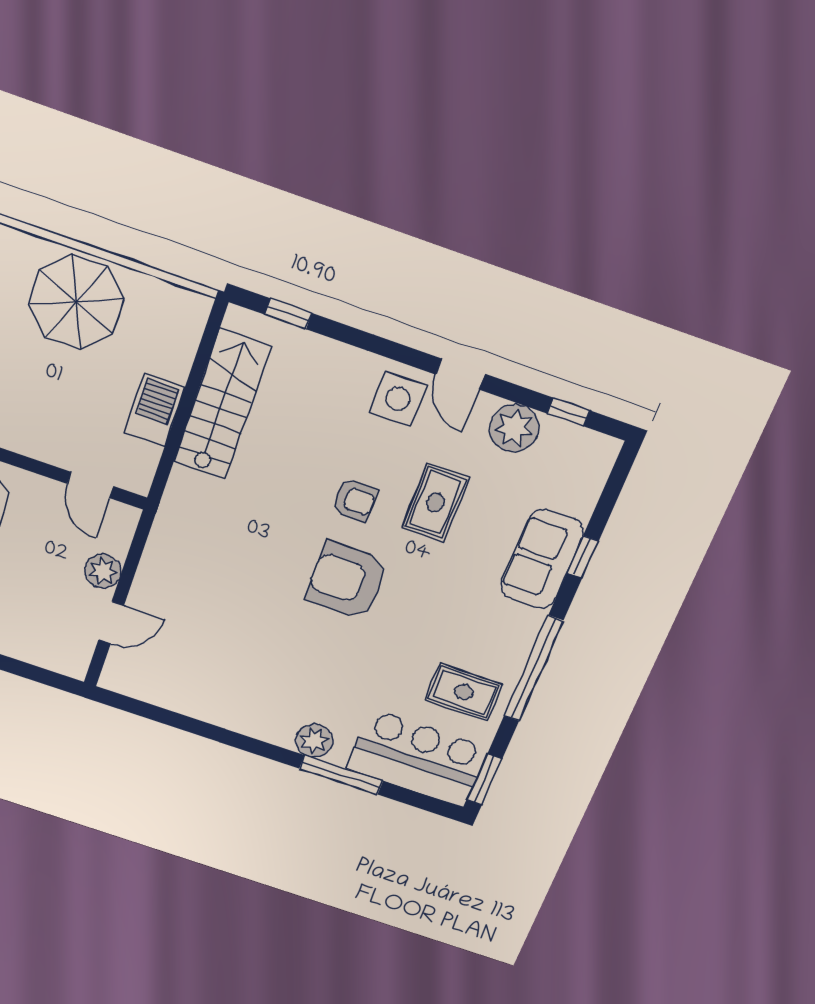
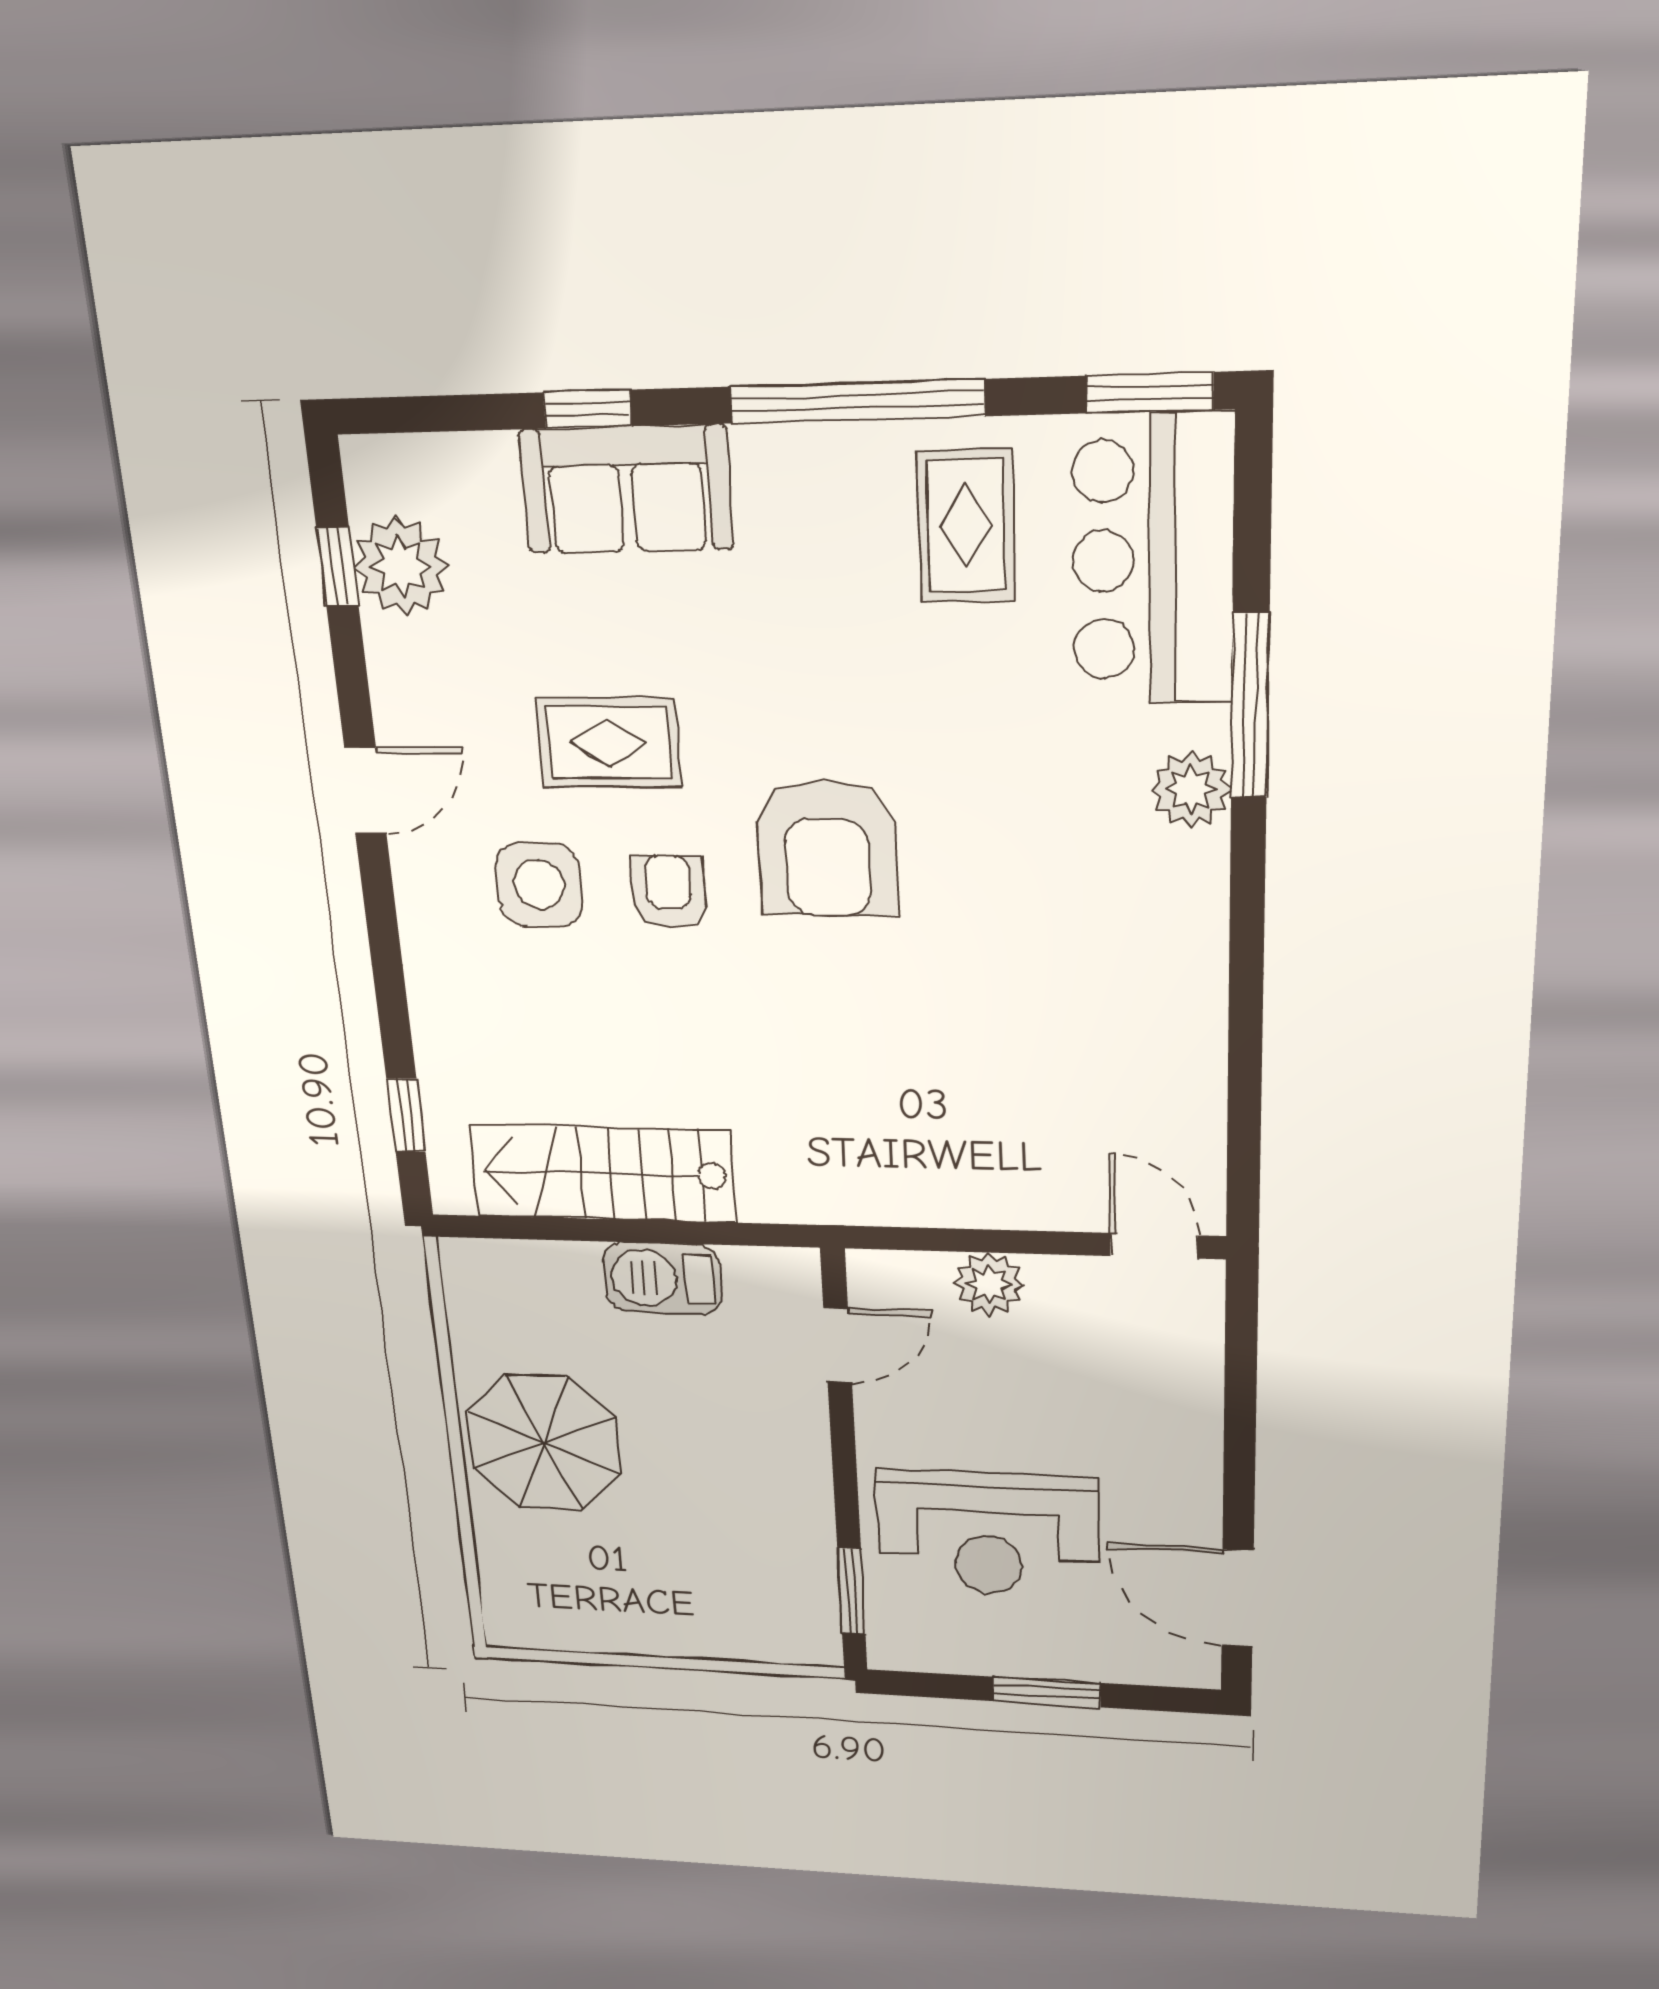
side table: (398, 399) -> (539, 884), moved
plant: (514, 428) -> (401, 566), moved
door: (111, 623) -> (1154, 1246), moved

